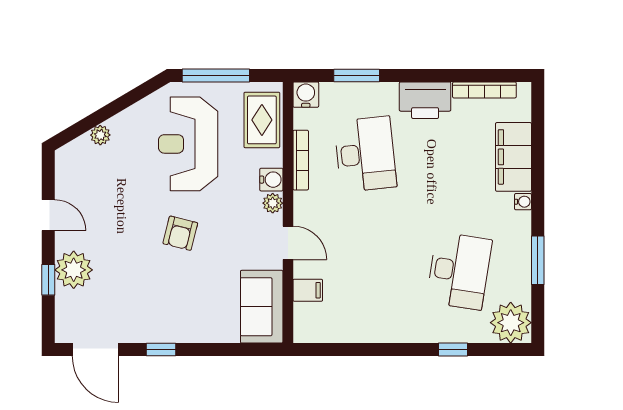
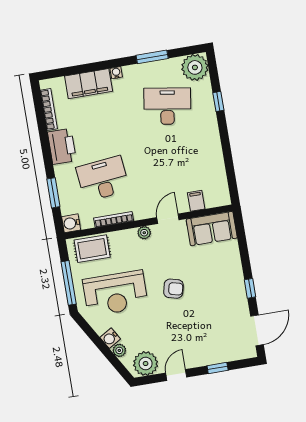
water cooler: (271, 180) -> (110, 338), moved, turned -121
plant: (74, 270) -> (146, 364), moved

